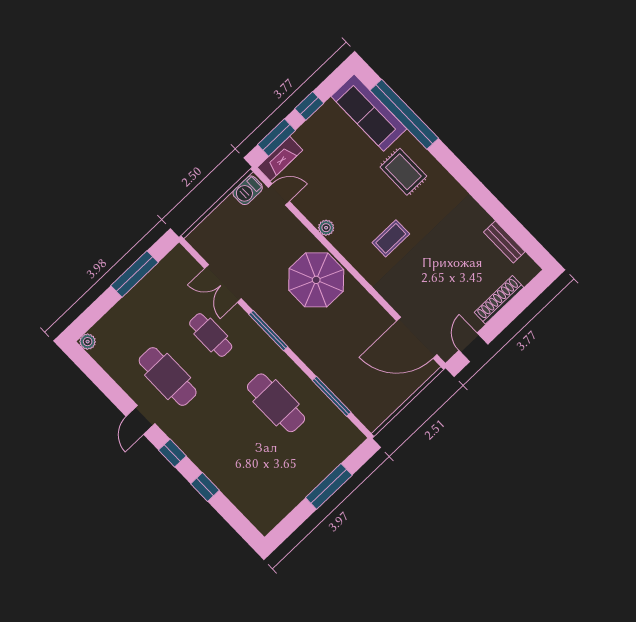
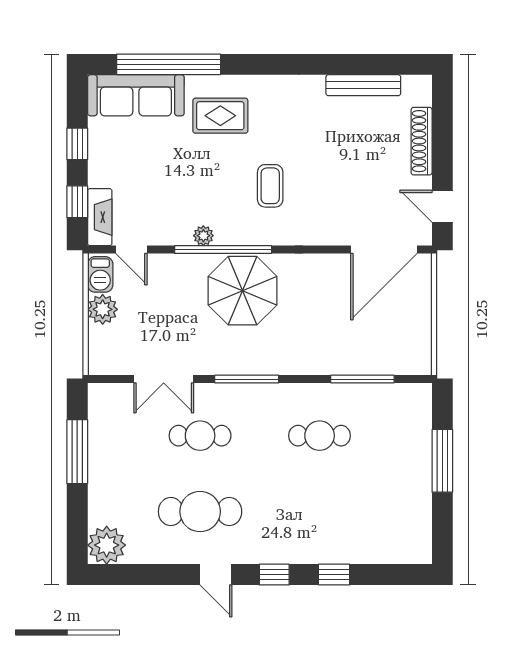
window: (276, 137) -> (77, 202), width x0.67
door: (279, 194) -> (131, 250), swing flipped
plant: (229, 211) -> (103, 309), added
bench: (504, 242) -> (363, 85), width x1.36
window: (329, 246) -> (223, 250), added
plant: (88, 342) -> (107, 545), width x1.88, depth x1.88
cafe table: (276, 403) -> (320, 436), width x0.73, depth x0.74

